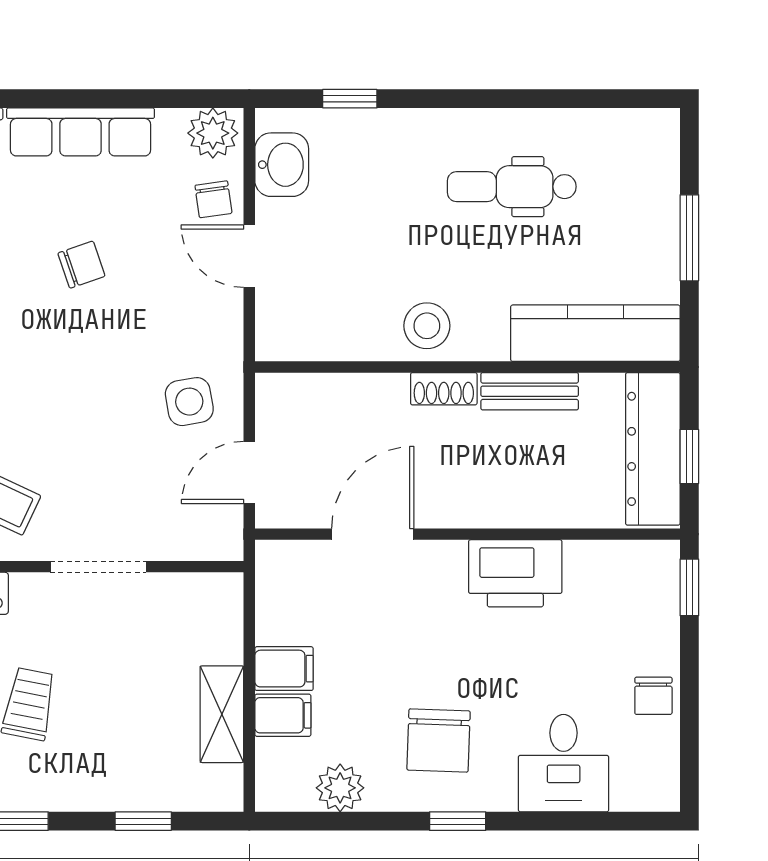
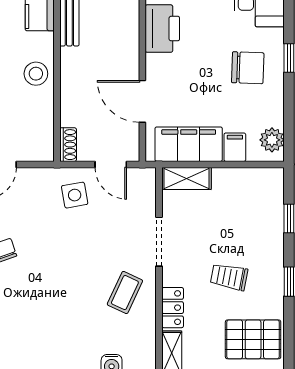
shoe rack: (444, 389) -> (68, 145), moved
filing cabinet: (284, 669) -> (189, 144), width x3.00, depth x1.17
shelving: (222, 714) -> (186, 178), moved
plant: (340, 788) -> (272, 140), moved

